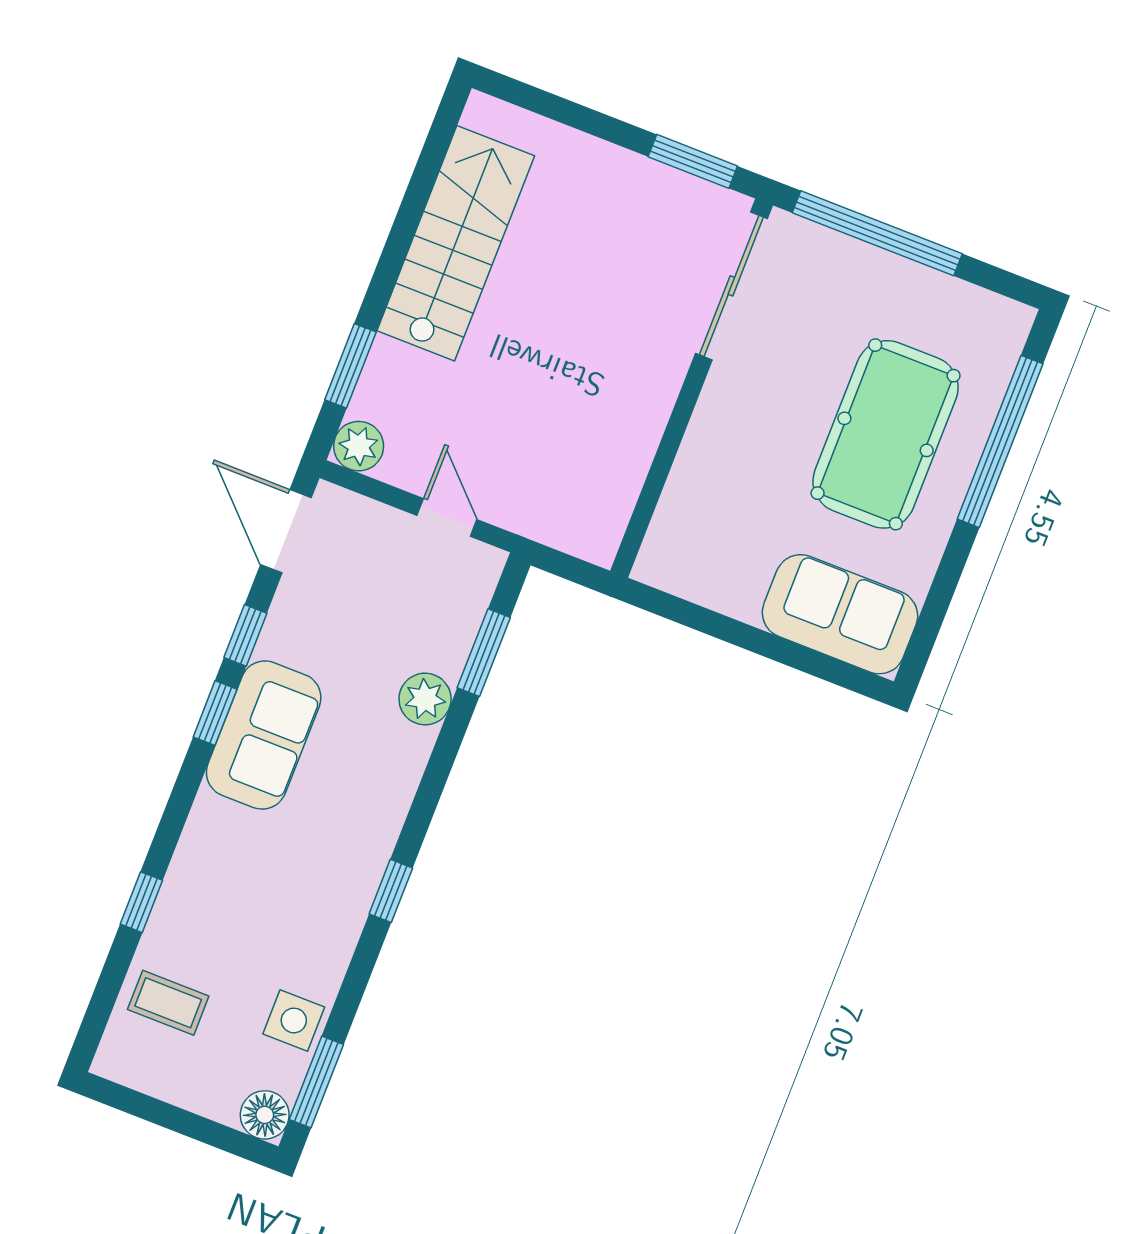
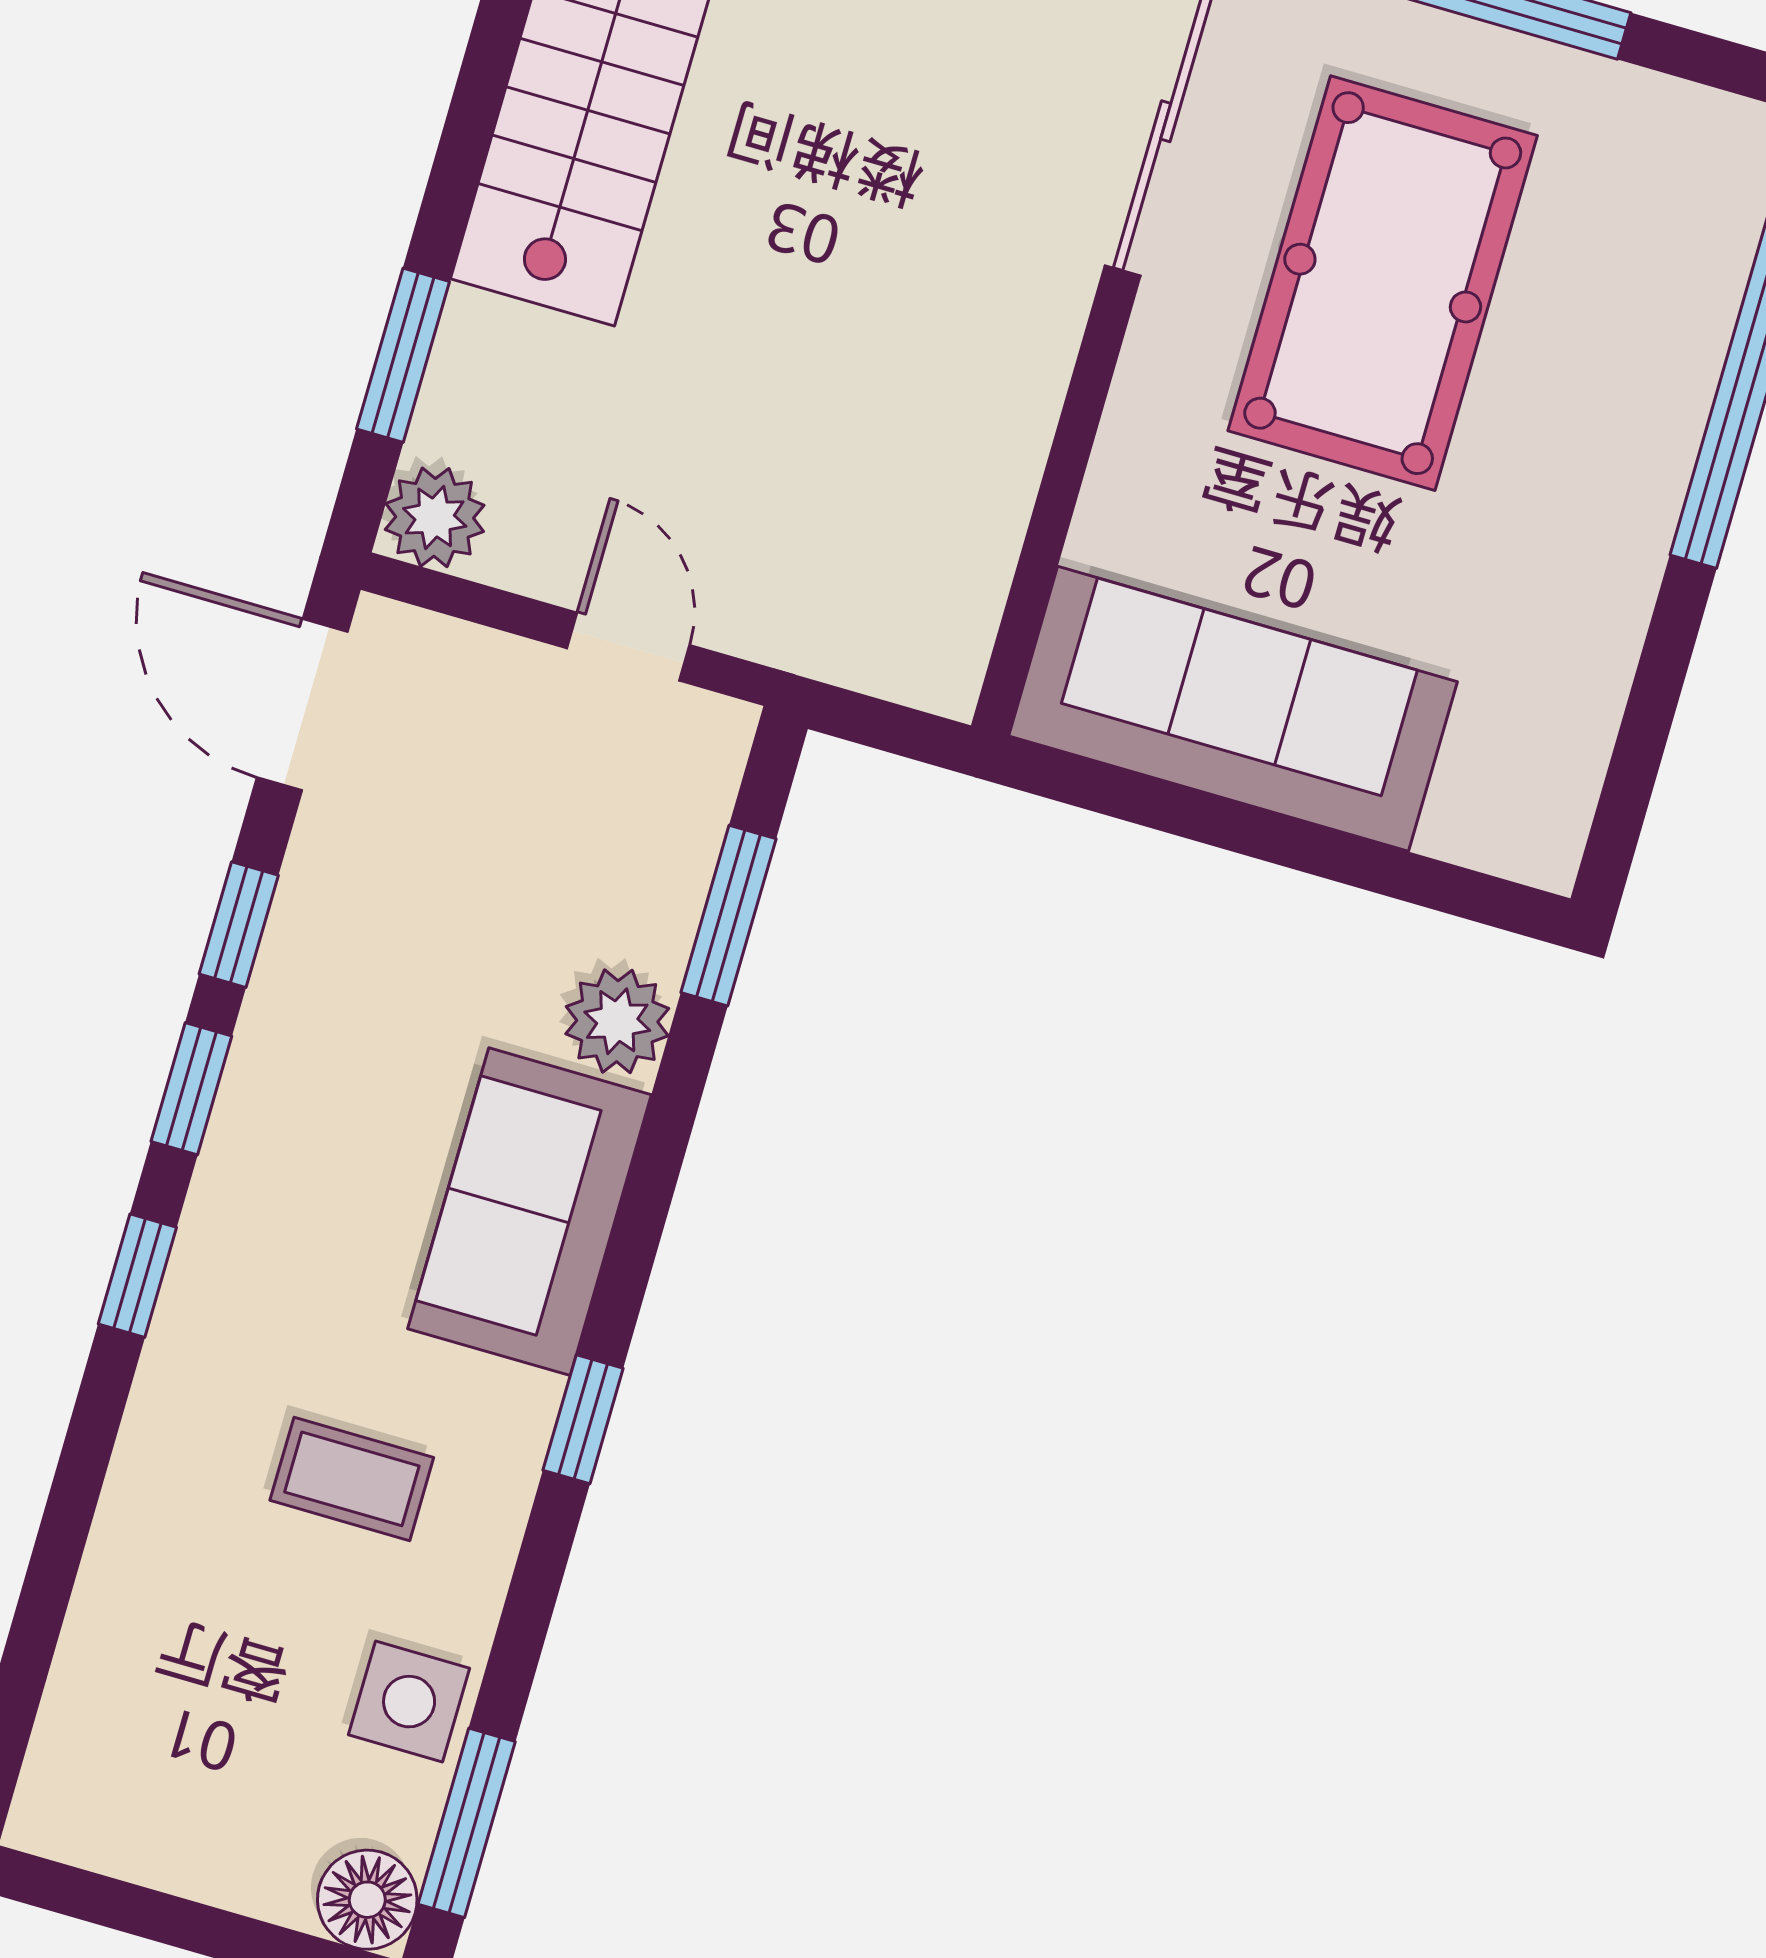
pool table: (886, 434) -> (1383, 283), moved
sofa: (840, 614) -> (1233, 709), moved, width x1.36
sofa: (264, 735) -> (530, 1212), moved, turned 180
window: (141, 902) -> (137, 1276), moved
coffee table: (168, 1003) -> (352, 1479), moved

